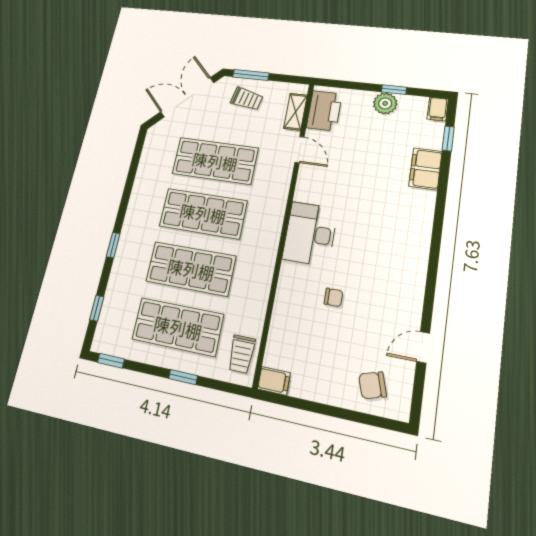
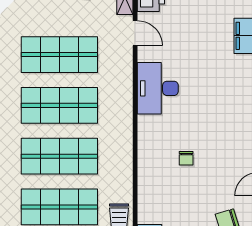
desk: (310, 234) -> (158, 88), moved
chair: (333, 297) -> (186, 158), turned 90

